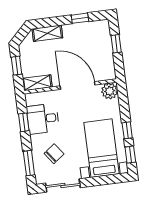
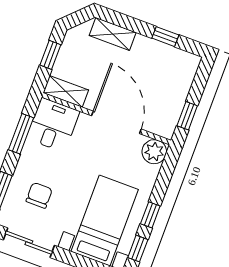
window: (116, 44) -> (187, 116), moved
desk: (43, 119) -> (53, 125), moved, turned 90
window: (24, 122) -> (21, 134), width x1.50
chair: (54, 154) -> (39, 195), turned -53

